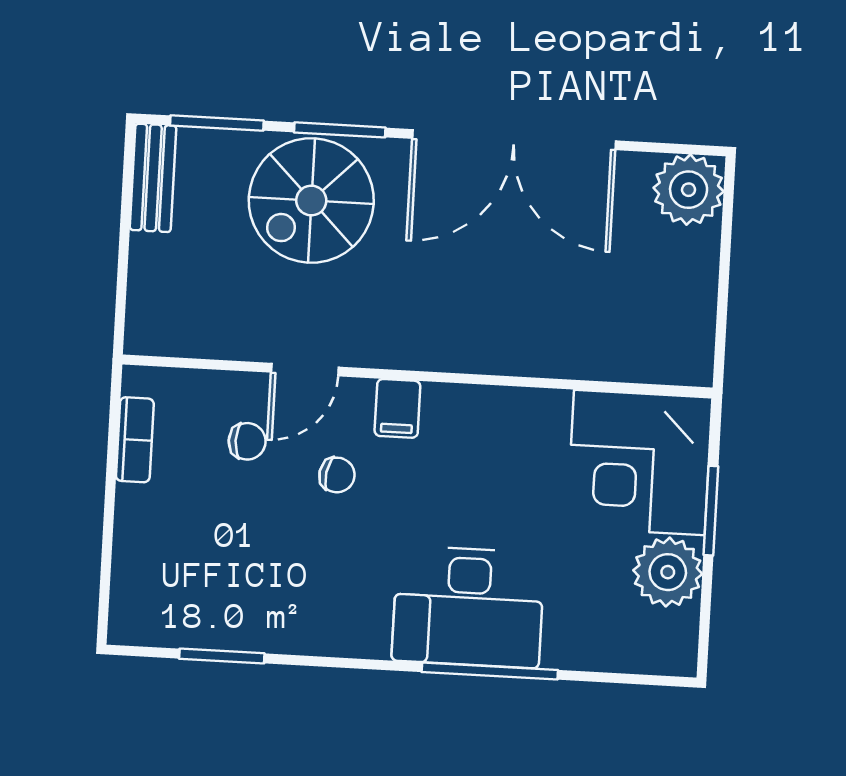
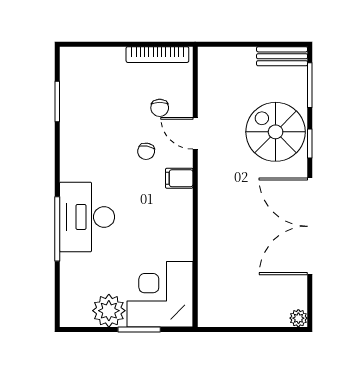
window: (340, 130) -> (310, 144), width x0.67
plant: (689, 190) -> (298, 318), width x0.53, depth x0.53
bookcase: (135, 440) -> (157, 55), width x1.56

